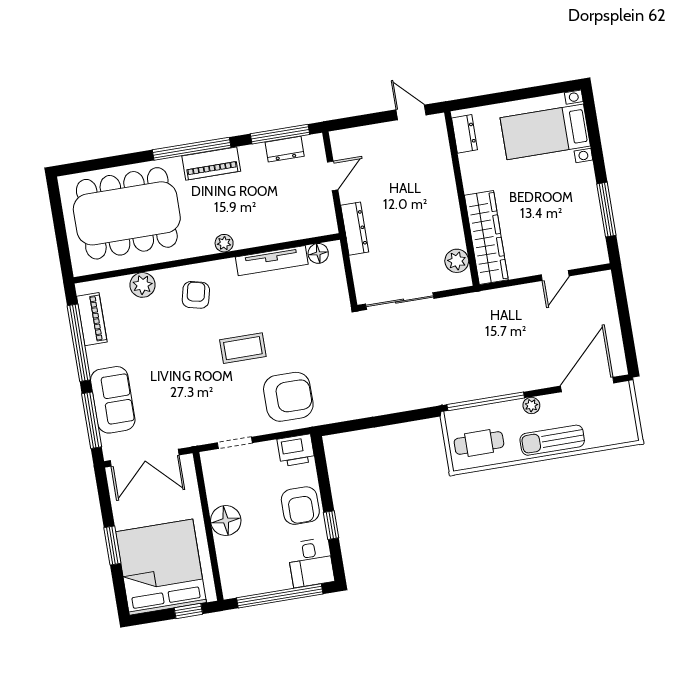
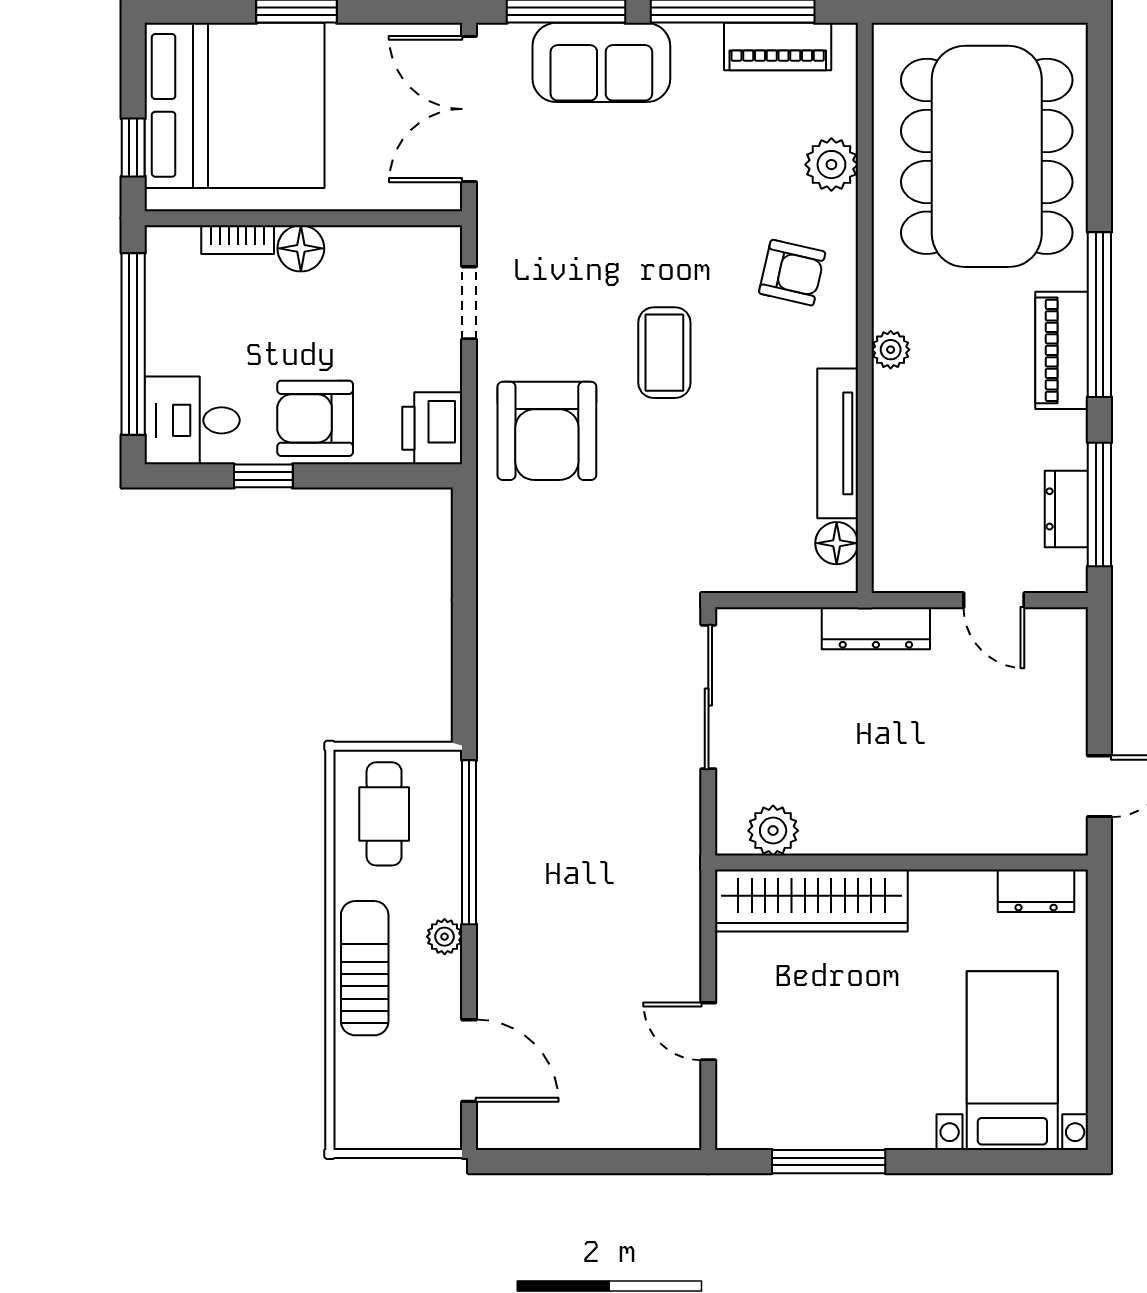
door: (587, 384) -> (469, 1061), width x0.73
floor lamp: (226, 521) -> (301, 248), width x0.73, depth x0.73
bookcase: (223, 555) -> (238, 240), added

